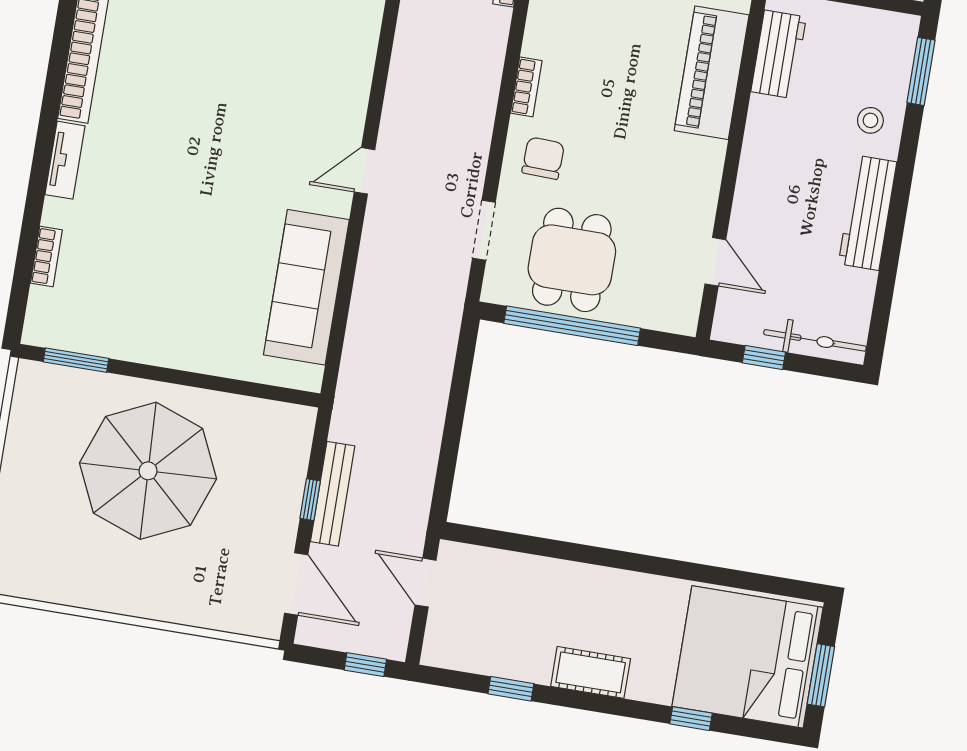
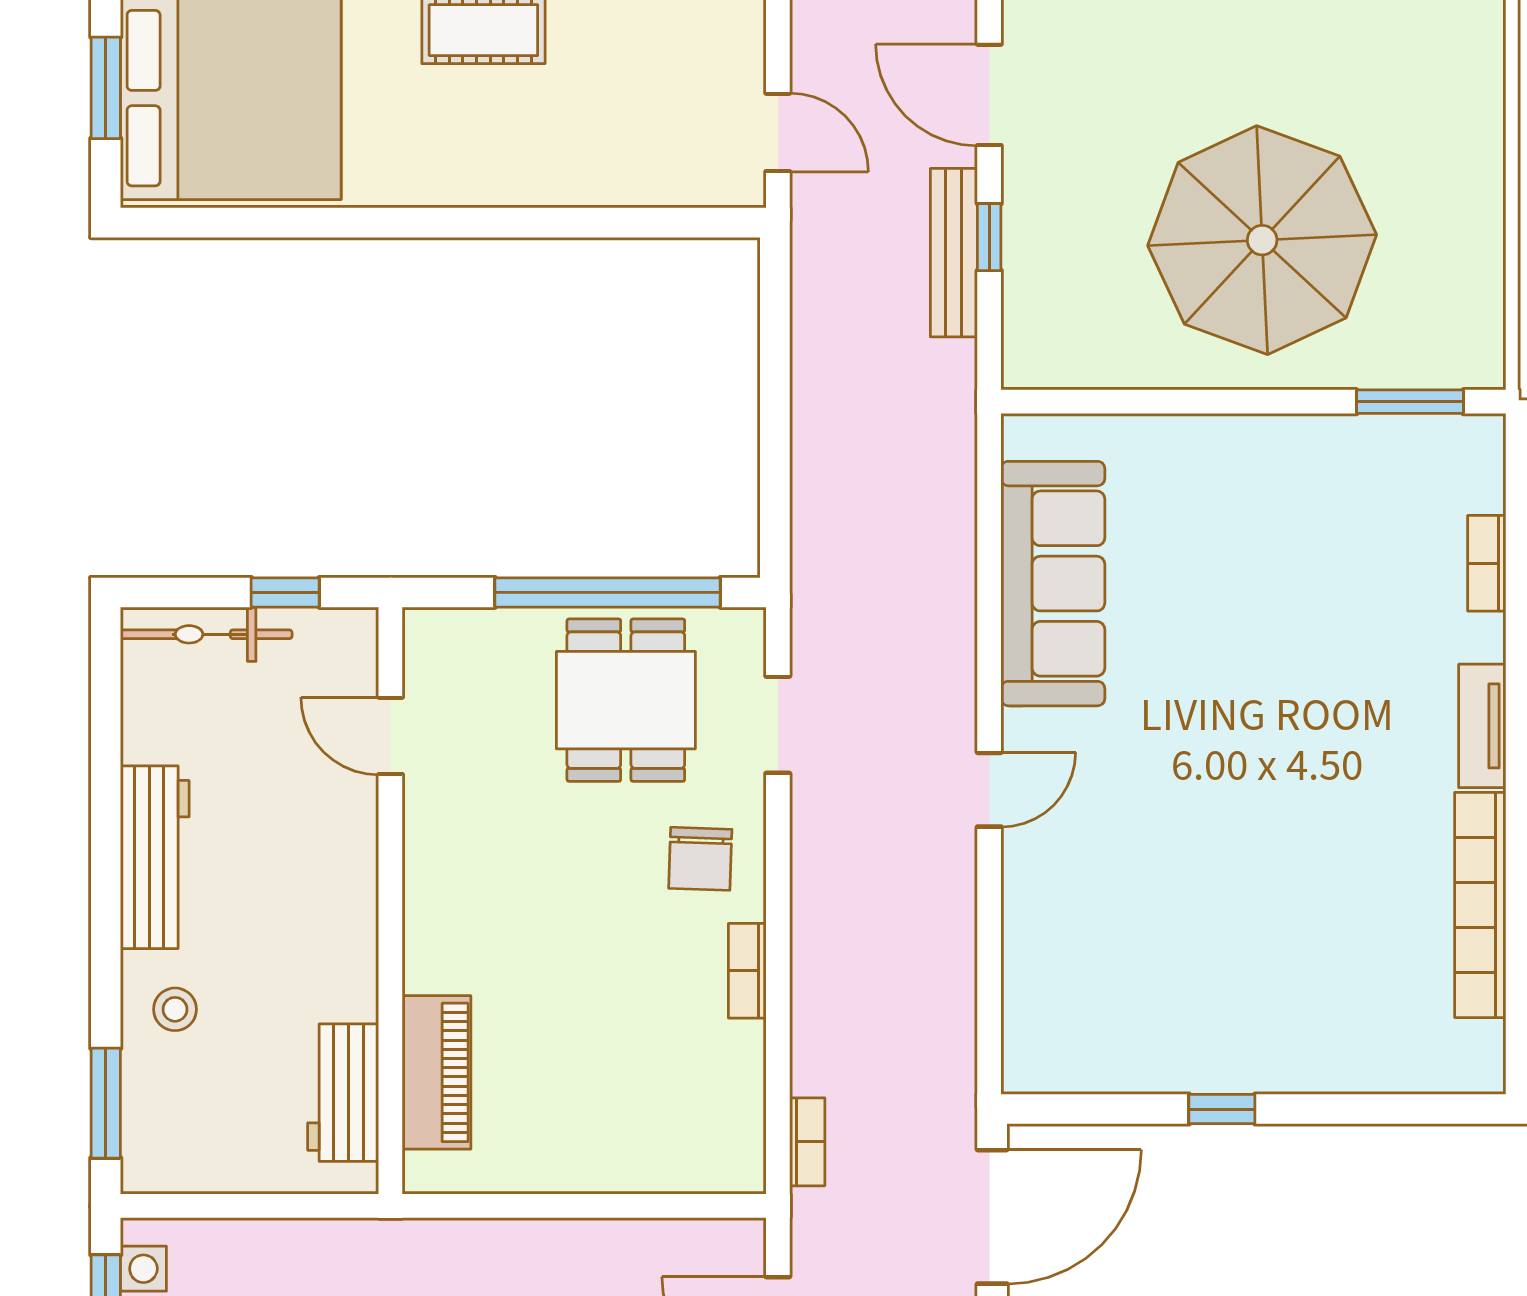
piano: (712, 73) -> (437, 1072), width x0.73, depth x0.75

